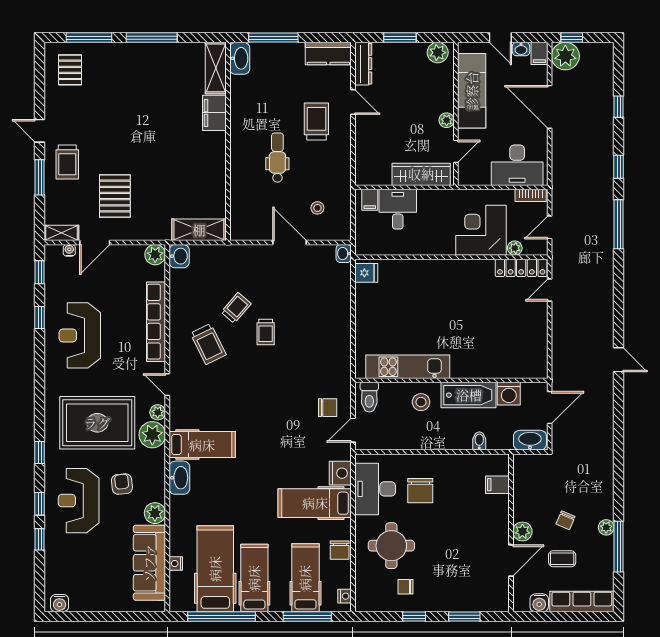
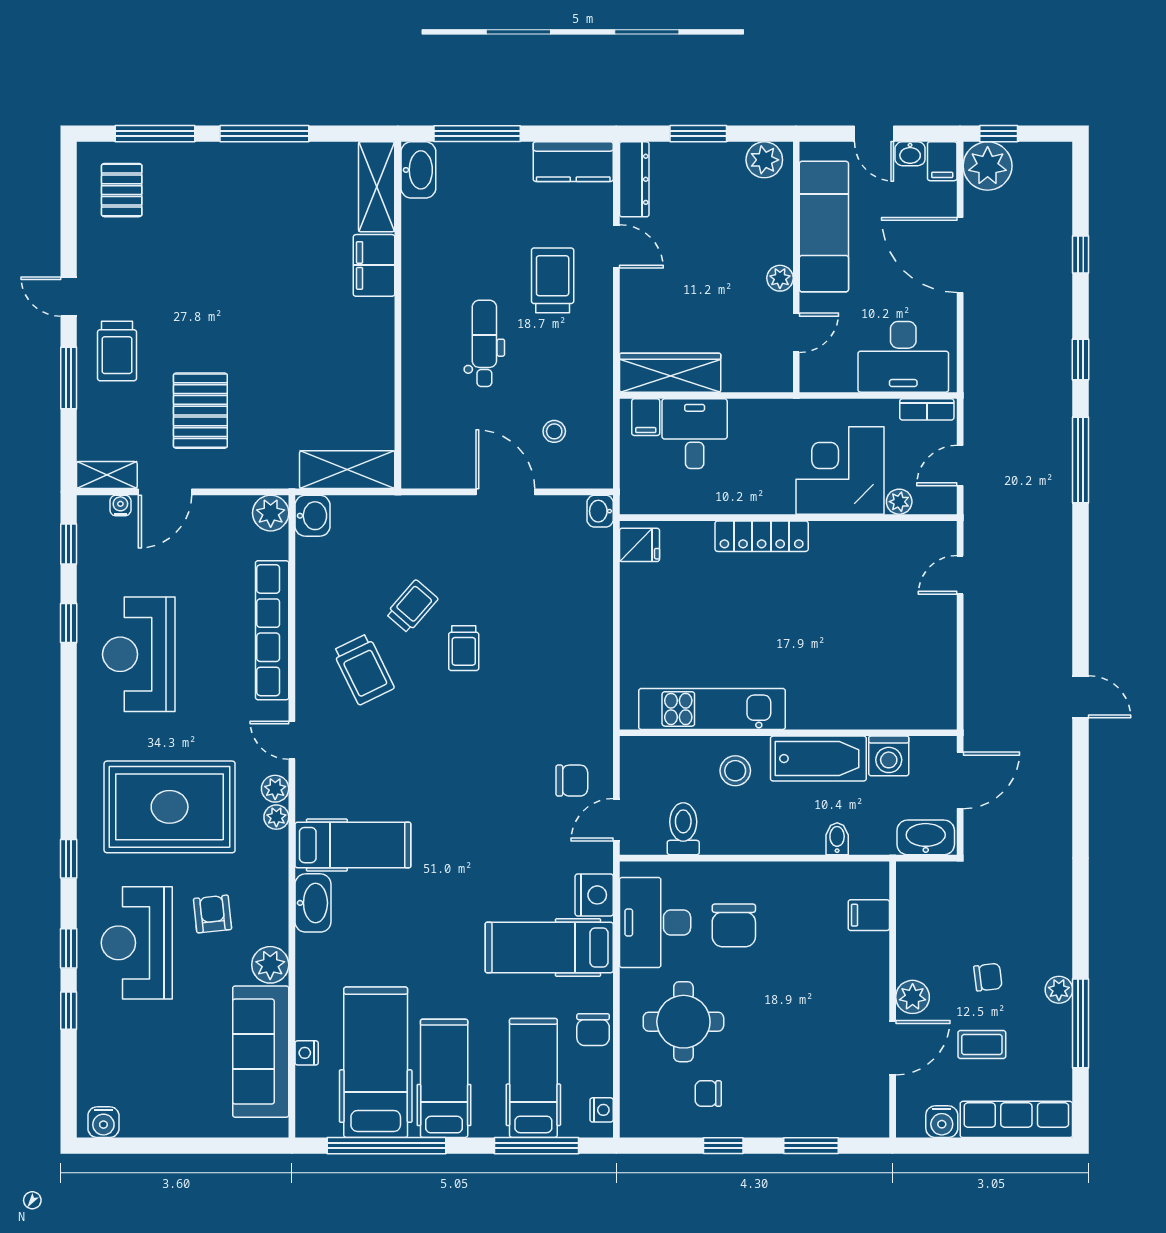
wardrobe: (421, 174) -> (670, 373), moved
locker: (521, 268) -> (762, 536), moved
toilet: (369, 397) -> (683, 829), moved, turned 180
plant: (152, 435) -> (276, 817), width x0.53, depth x0.53
chair: (566, 520) -> (988, 977), turned -120

